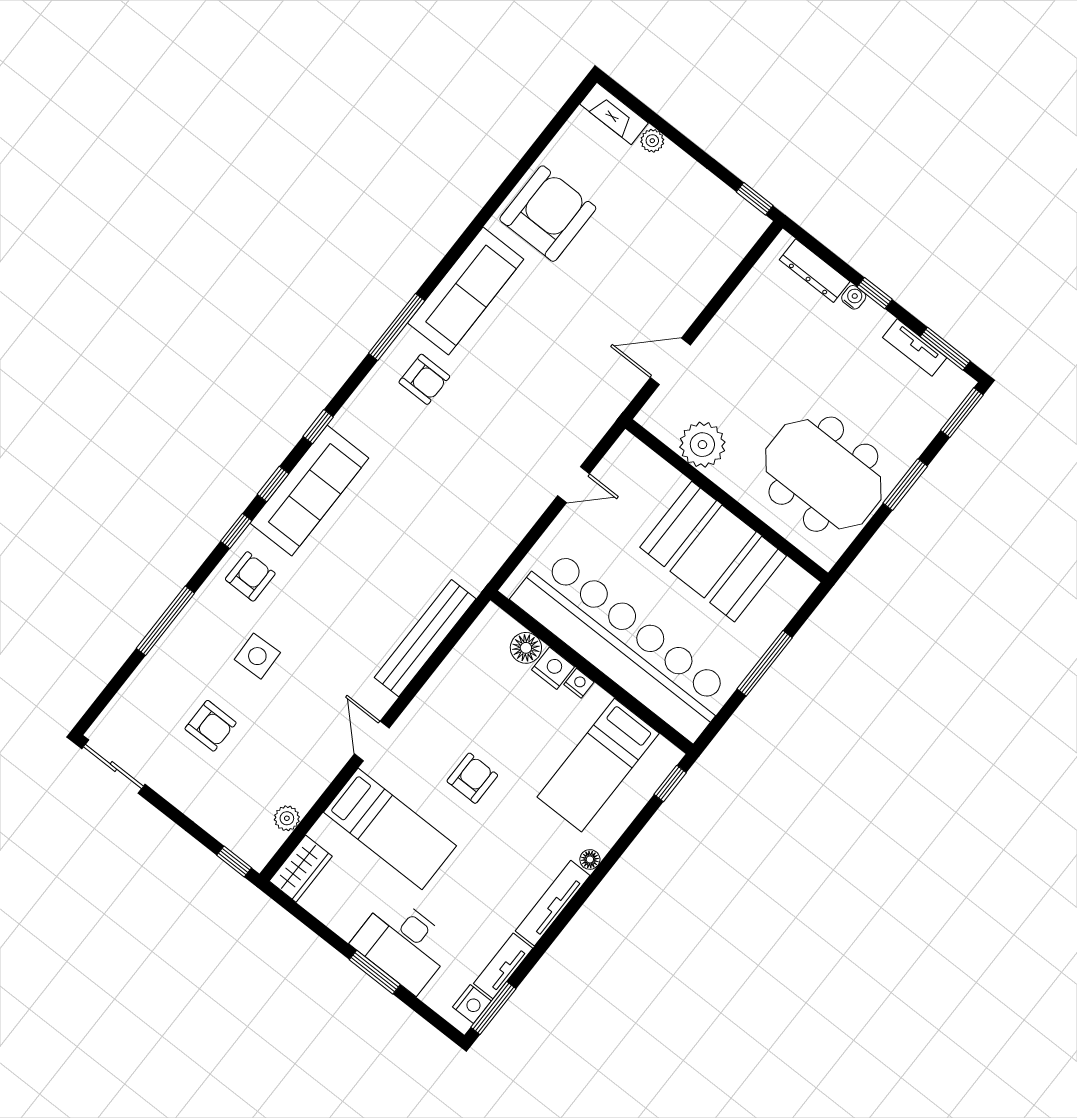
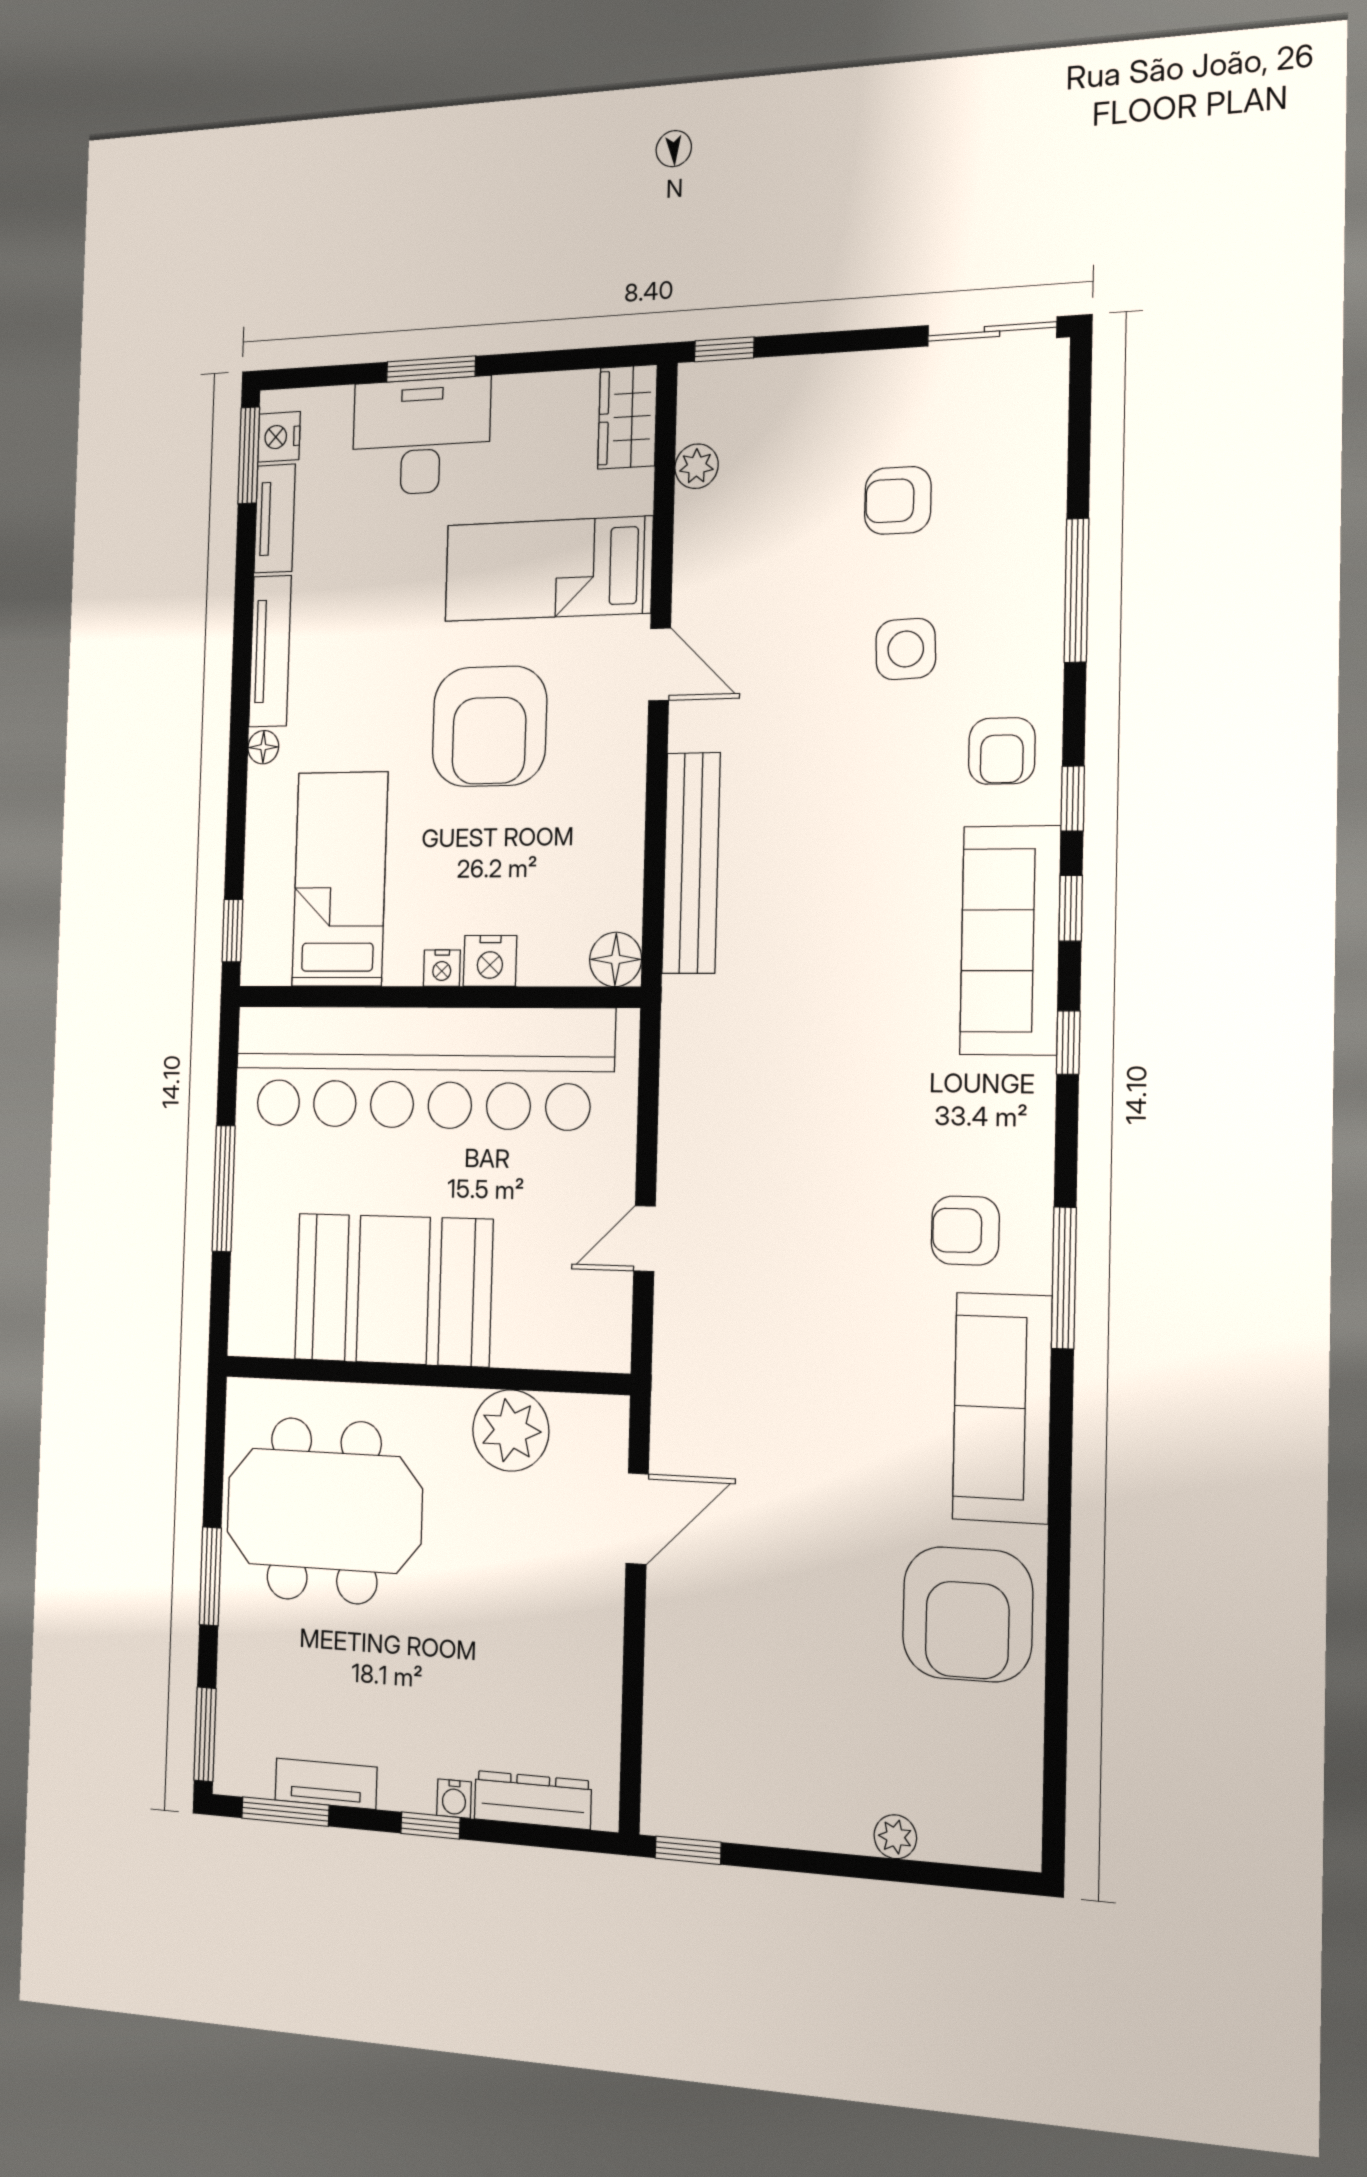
fireplace: (614, 114) -> (981, 1840), removed
floor lamp: (526, 648) -> (616, 959), moved
armchair: (472, 778) -> (489, 726), width x1.88, depth x1.88

